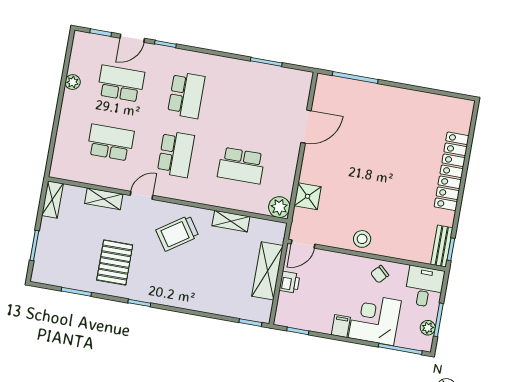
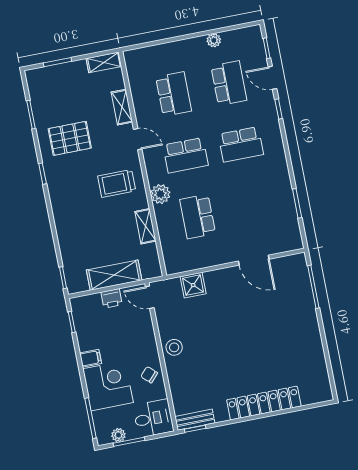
plant: (279, 207) -> (160, 194), moved
trolley: (177, 233) -> (117, 183), turned -56

